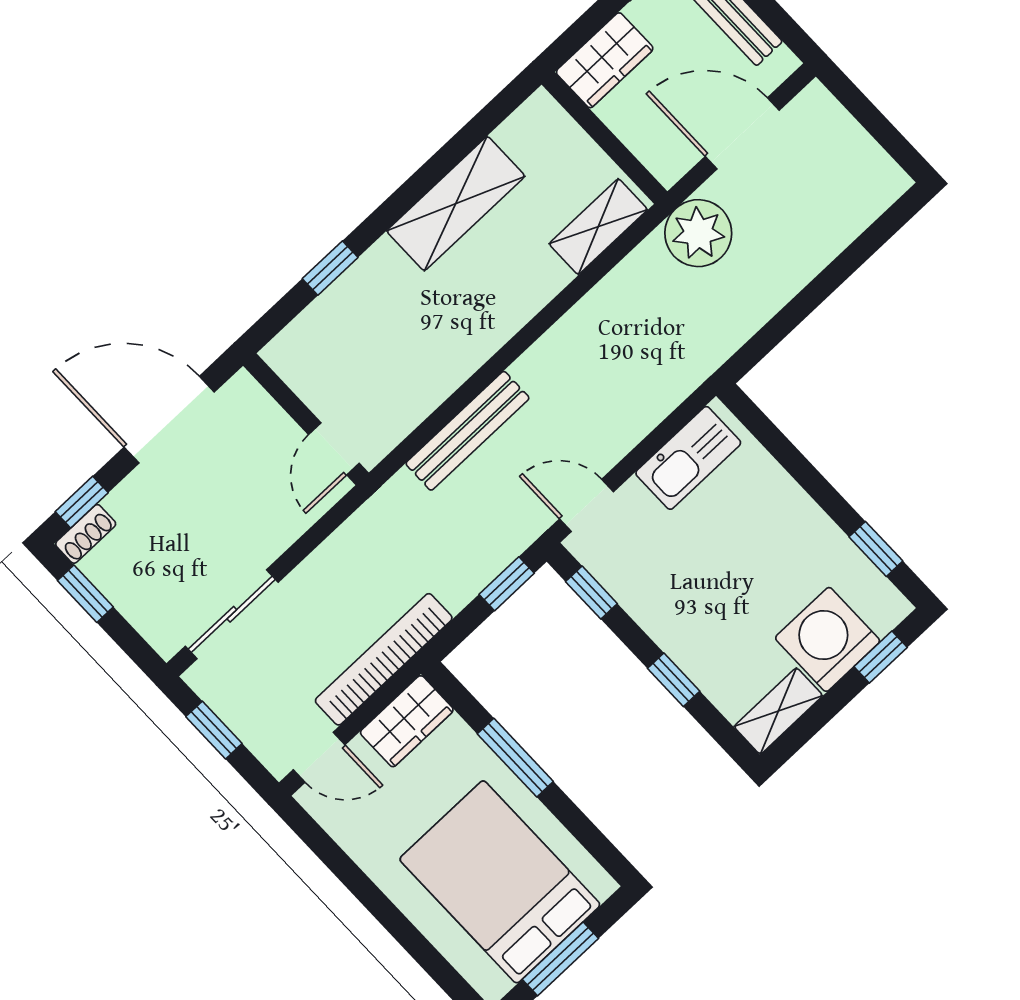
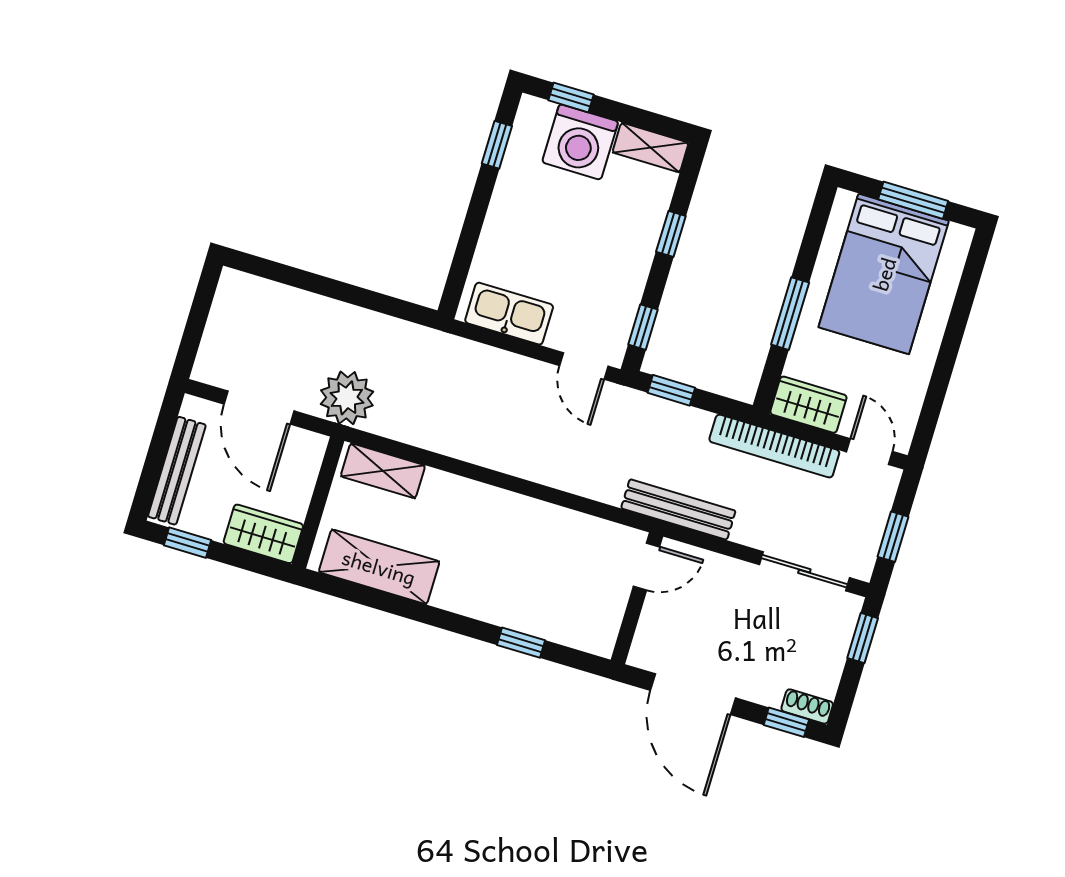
shelving: (456, 204) -> (379, 567), moved
bench: (468, 431) -> (678, 509), moved
window: (85, 594) -> (863, 638), moved

